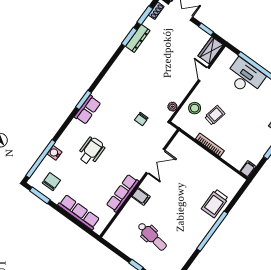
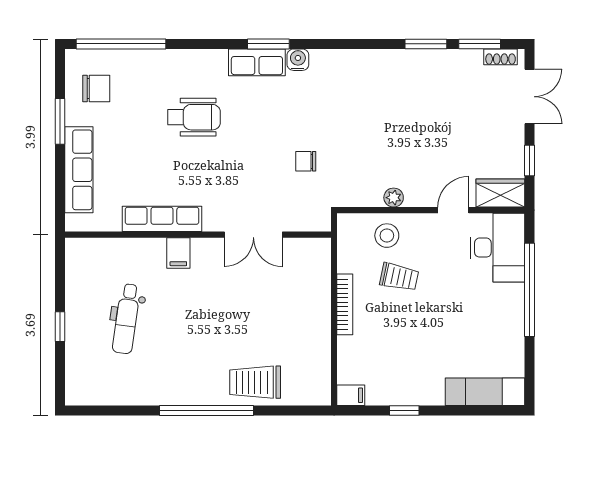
dresser: (138, 38) -> (433, 60), removed
desk: (245, 77) -> (498, 248), moved
plant: (172, 107) -> (394, 198), moved
water cooler: (55, 153) -> (298, 60), moved
window: (40, 195) -> (60, 121), moved

